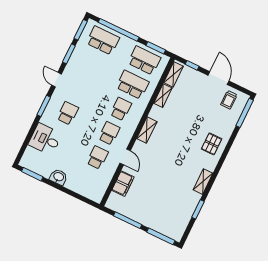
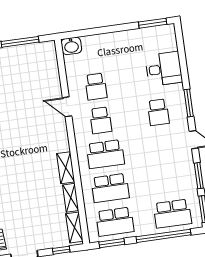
school desk: (121, 109) -> (105, 154), width x1.85
shelving: (147, 130) -> (66, 168), moved
washbasin: (58, 177) -> (71, 46), moved
filing cabinet: (123, 184) -> (51, 77), removed

